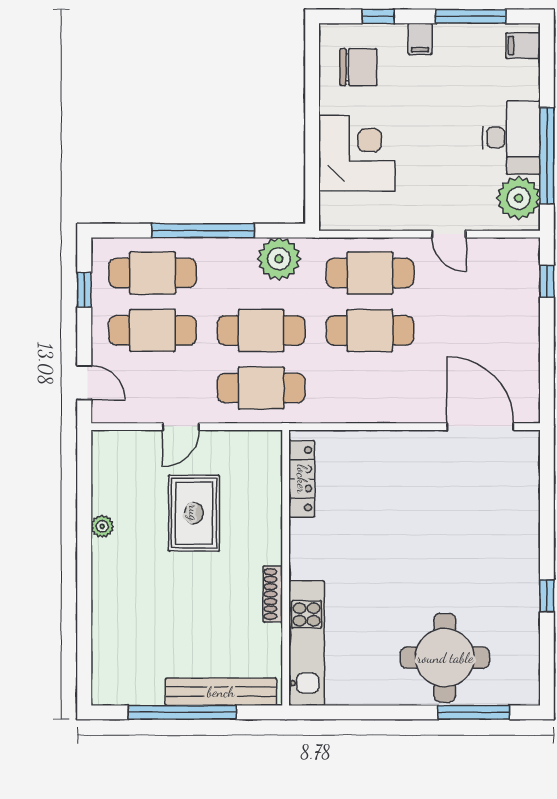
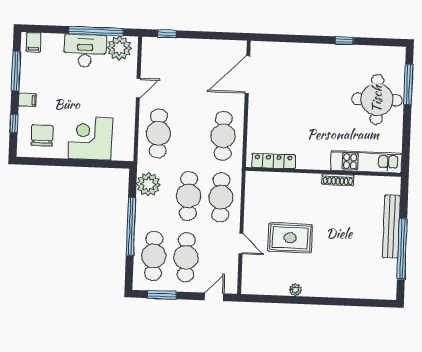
window: (84, 290) -> (162, 295), width x1.50
cafe table: (370, 330) -> (223, 136), moved
locker: (302, 479) -> (274, 161), moved
wall: (286, 568) -> (323, 172), moved
shoe rack: (273, 594) -> (338, 180), moved
kitchen unit: (307, 643) -> (366, 162), moved

